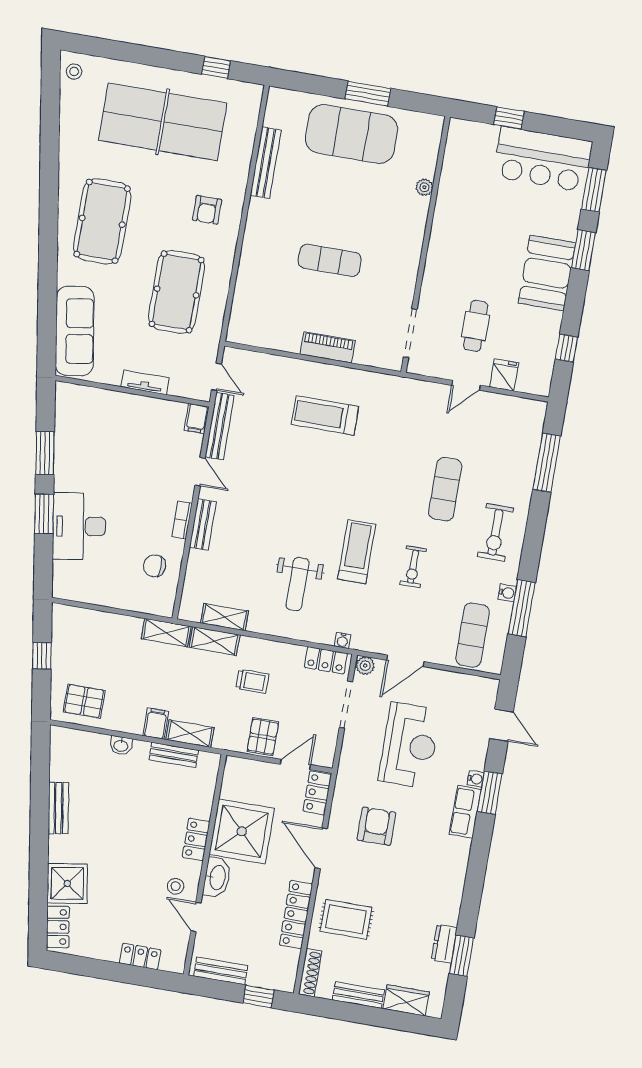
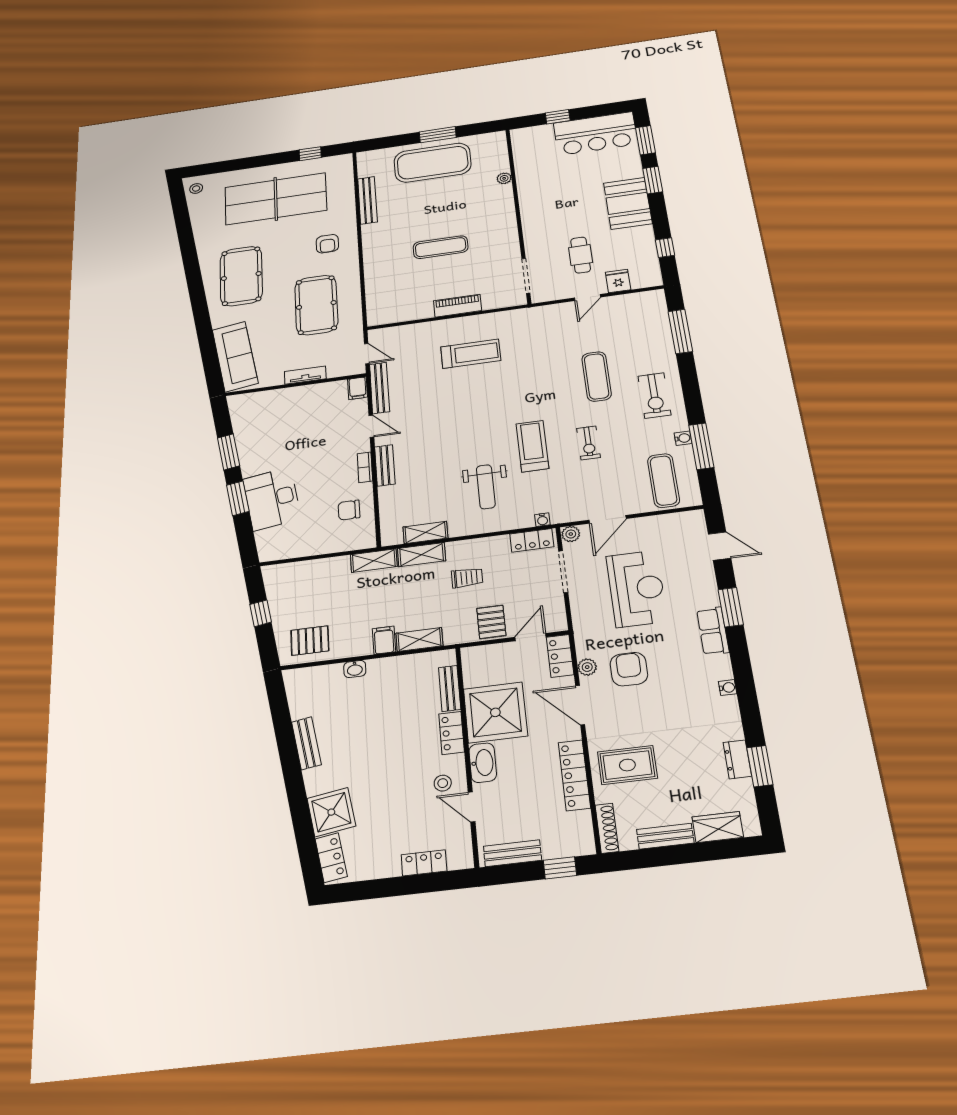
treadmill: (325, 415) -> (471, 354), turned 180
bench: (174, 755) -> (450, 688), moved, turned 90
water cooler: (475, 779) -> (728, 688), moved
plant: (339, 812) -> (587, 667), added

